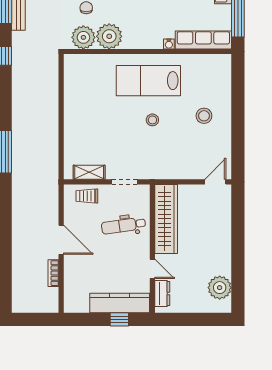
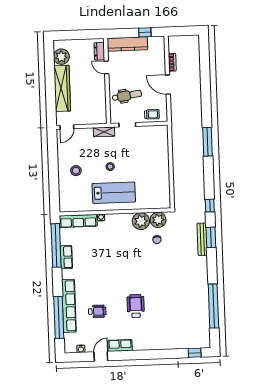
shelving: (89, 172) -> (104, 132), moved
wardrobe: (166, 219) -> (62, 88), moved, turned 180
window: (119, 319) -> (145, 32), moved

